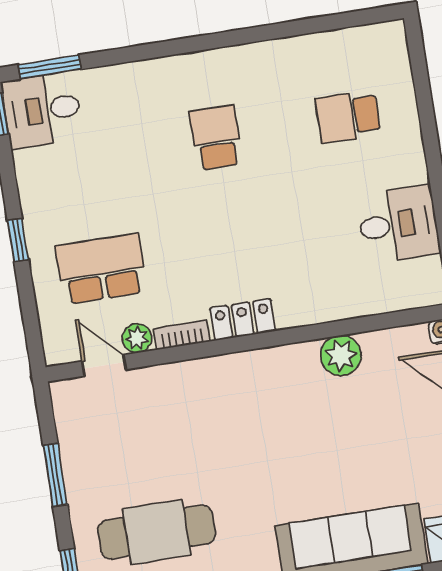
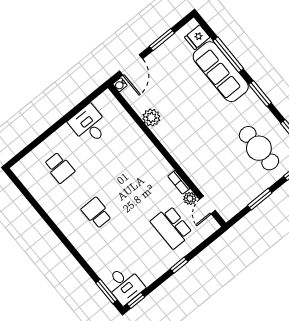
school desk: (216, 138) -> (97, 213), turned 90
locker: (243, 320) -> (159, 163), removed

